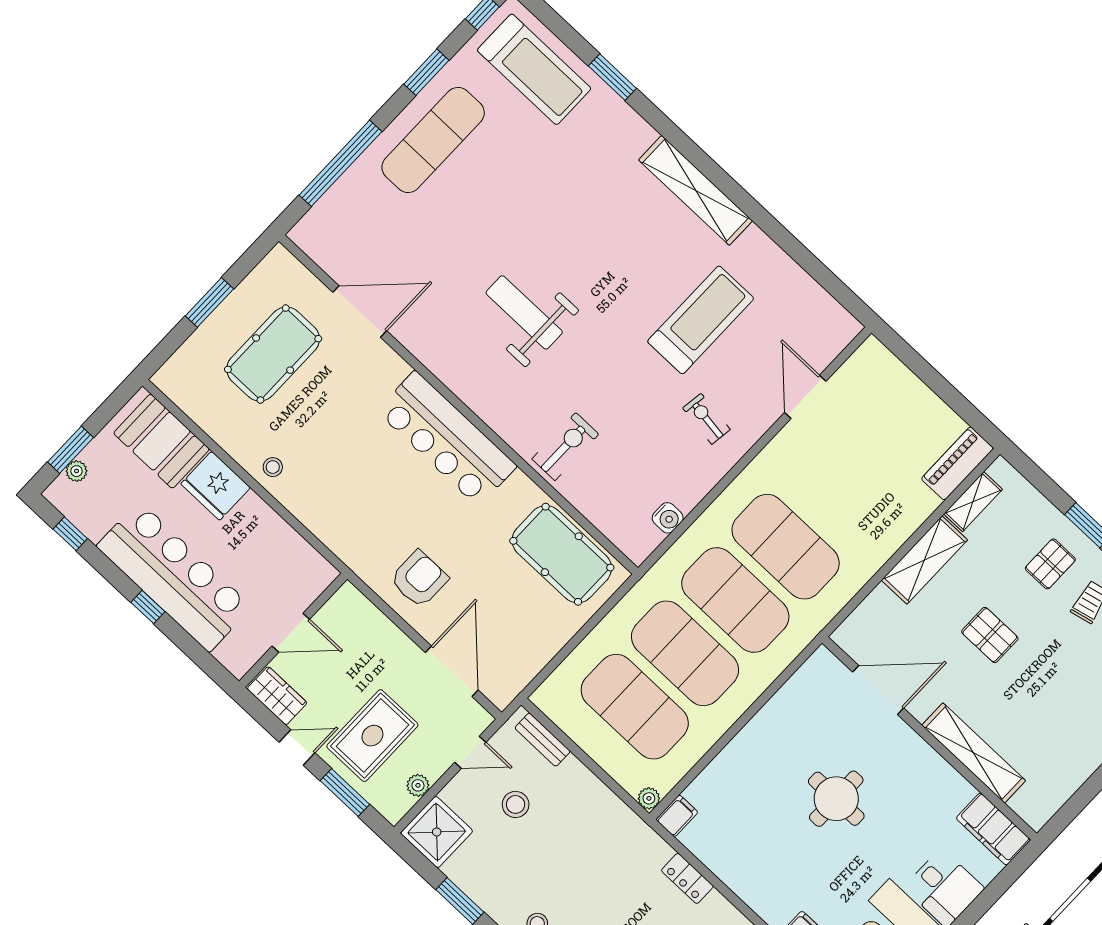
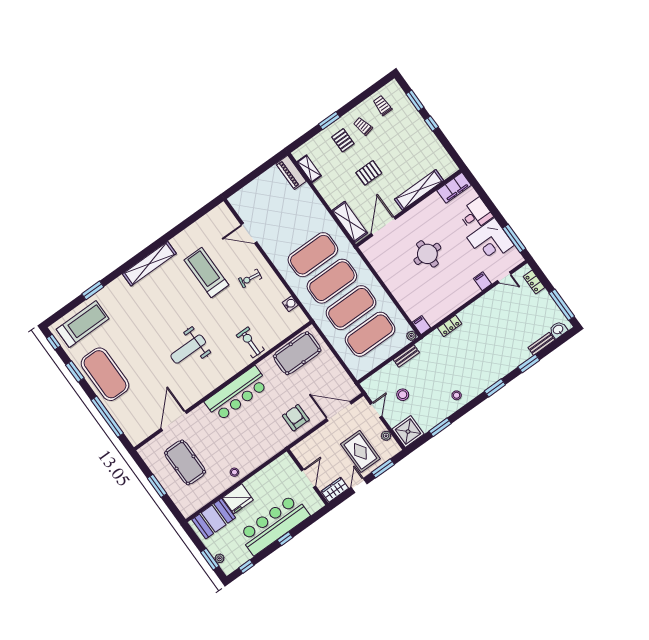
exercise mat: (433, 140) -> (105, 374), width x1.47
shelving: (924, 560) -> (350, 222), moved
bench: (543, 740) -> (406, 356), moved

